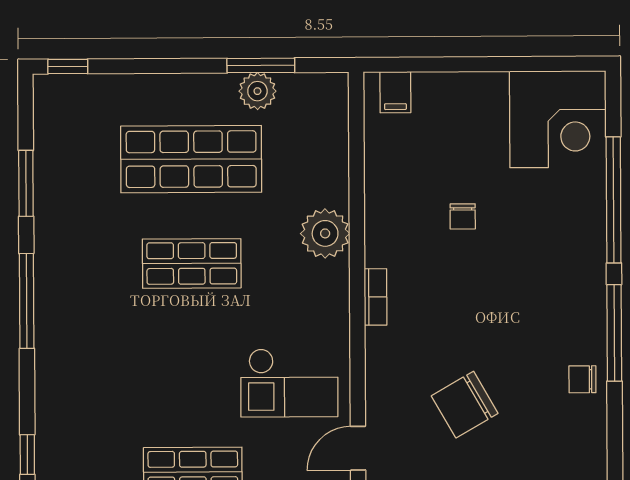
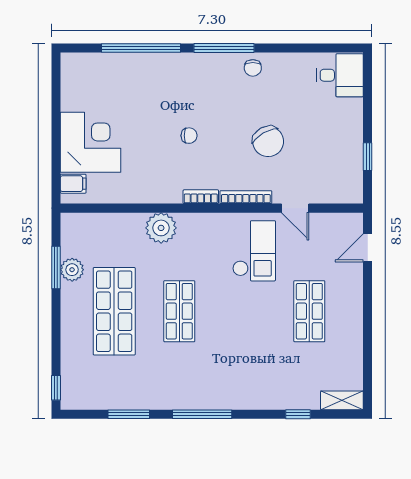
corner desk: (558, 119) -> (91, 142), moved
chair: (463, 216) -> (189, 136), moved
bookcase: (375, 369) -> (246, 197), added

